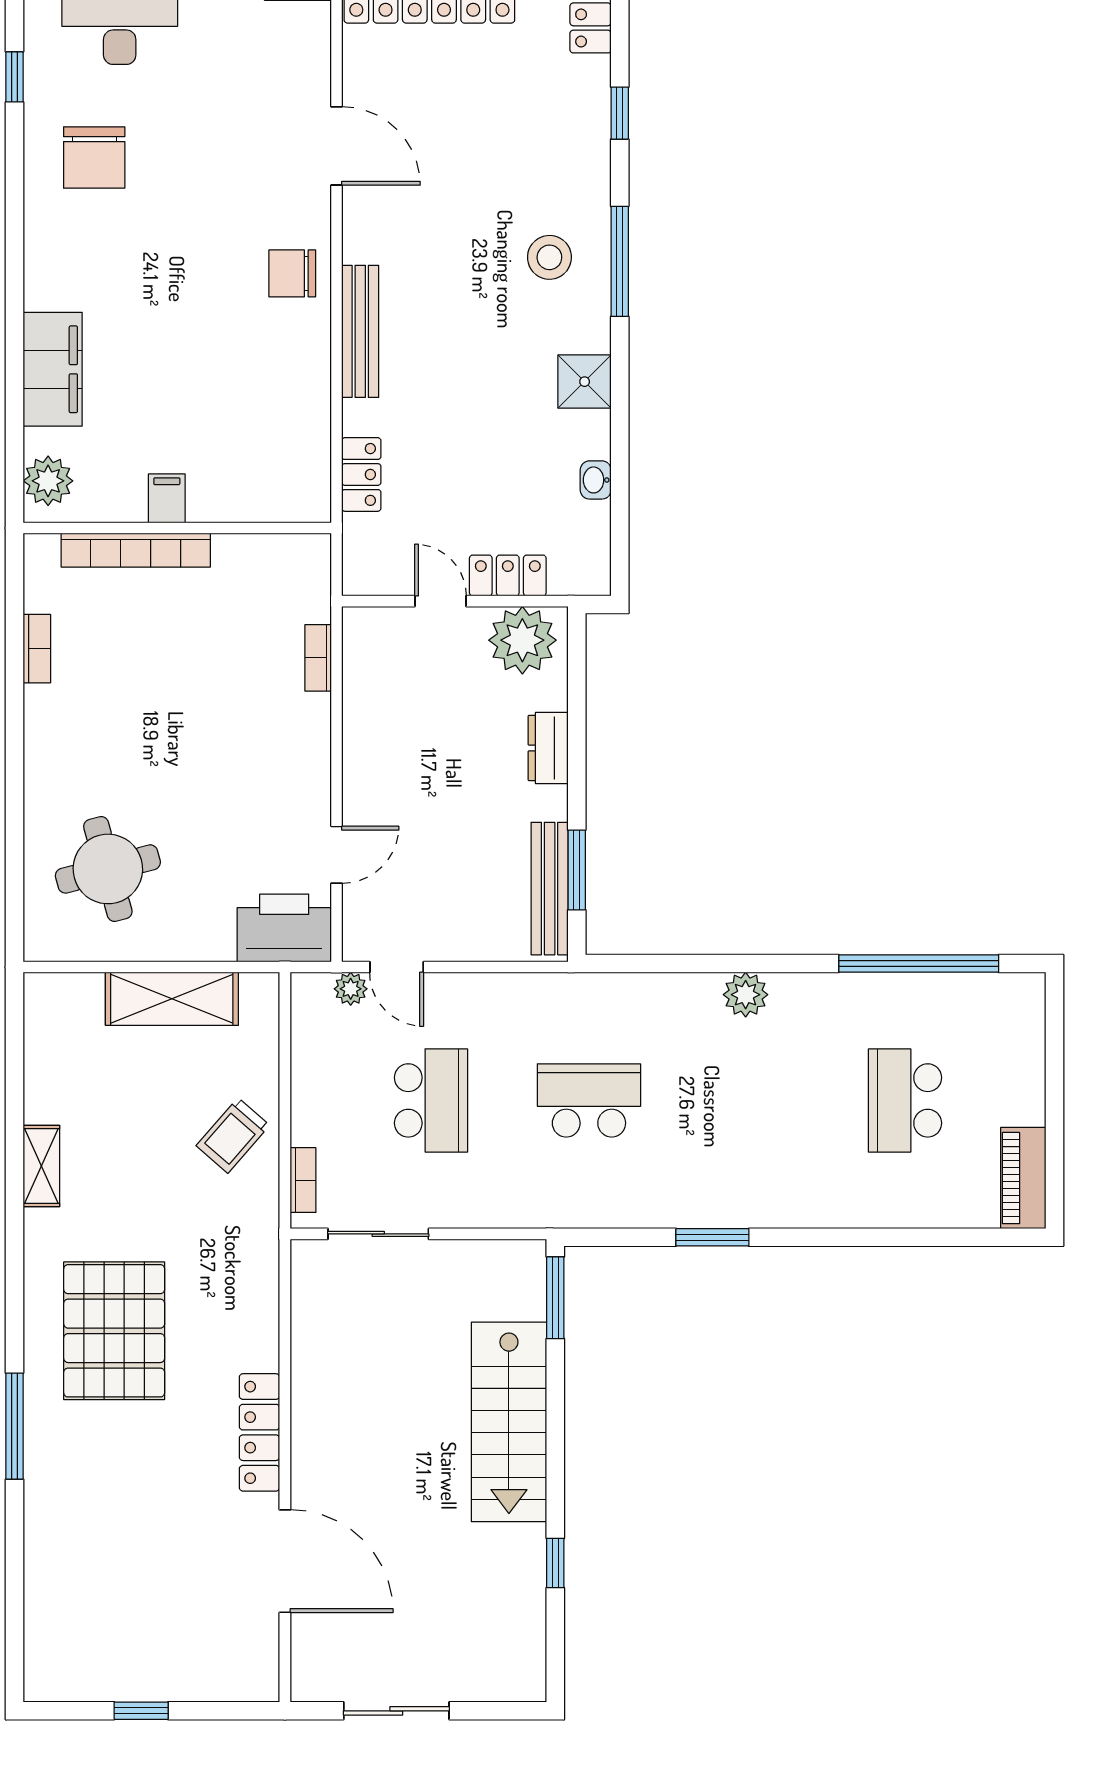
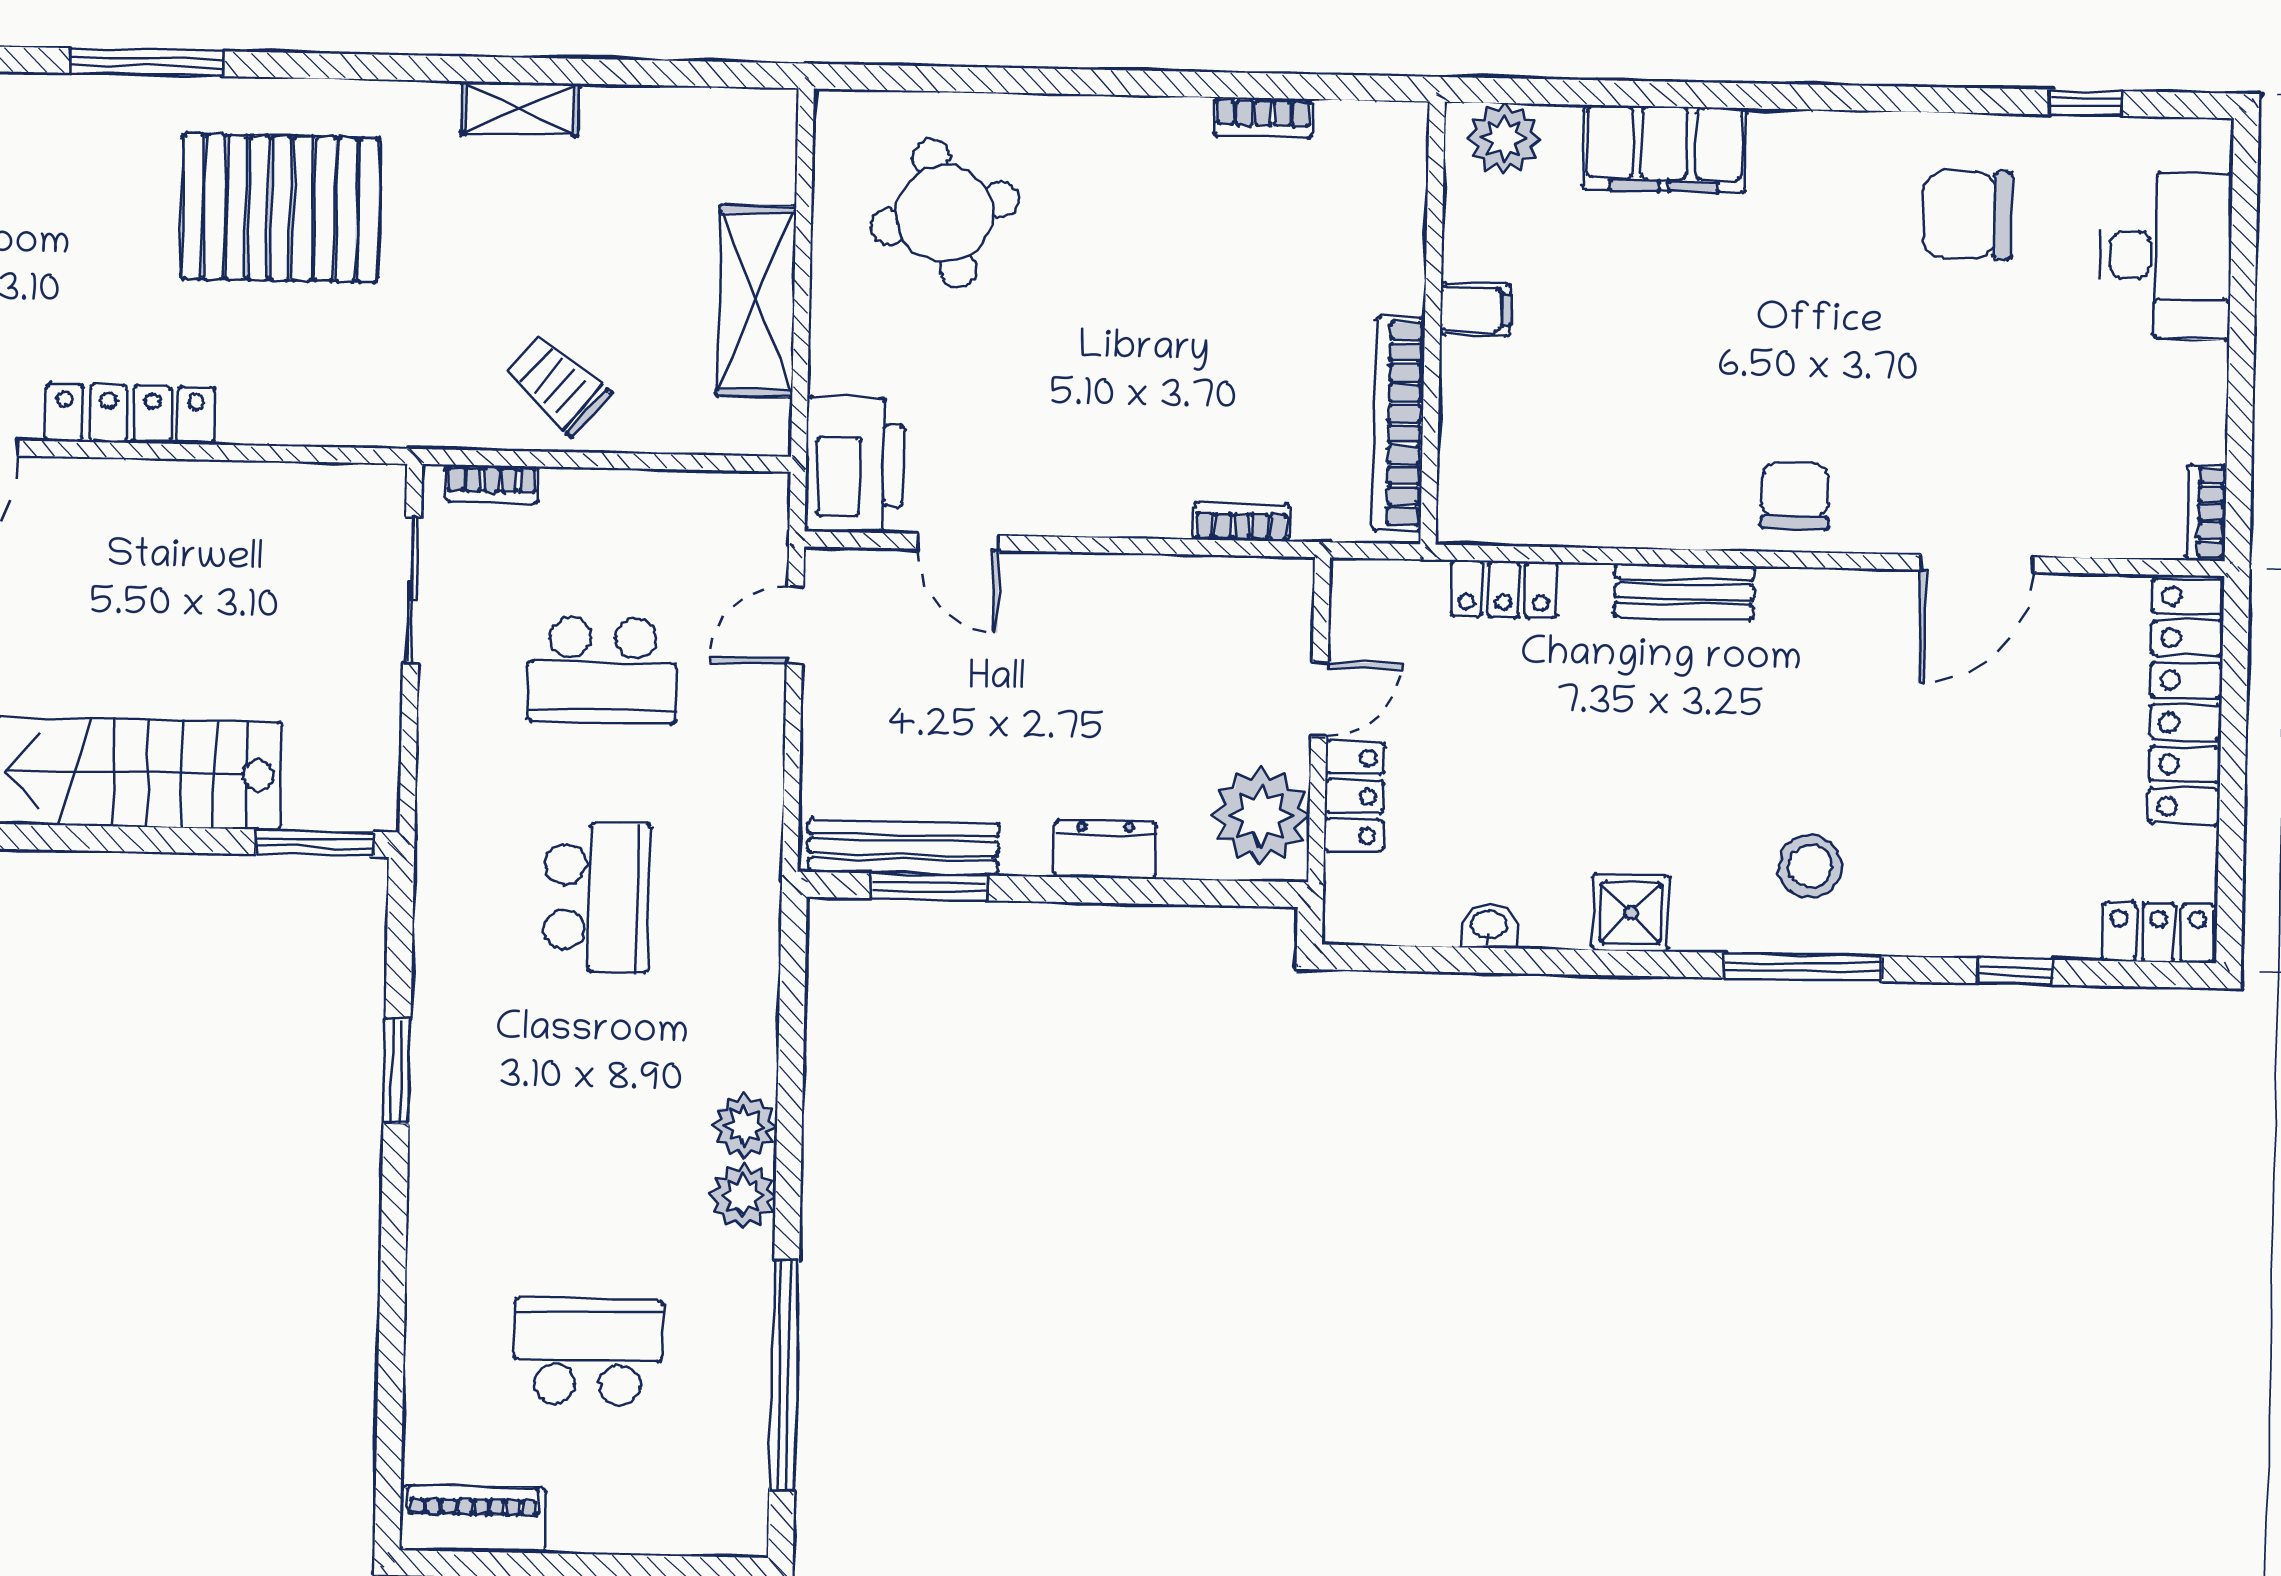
bench: (360, 331) -> (1684, 591), width x0.73
bookcase: (136, 550) -> (1399, 424), moved
plant: (351, 989) -> (743, 1196), moved, width x1.38, depth x1.38

